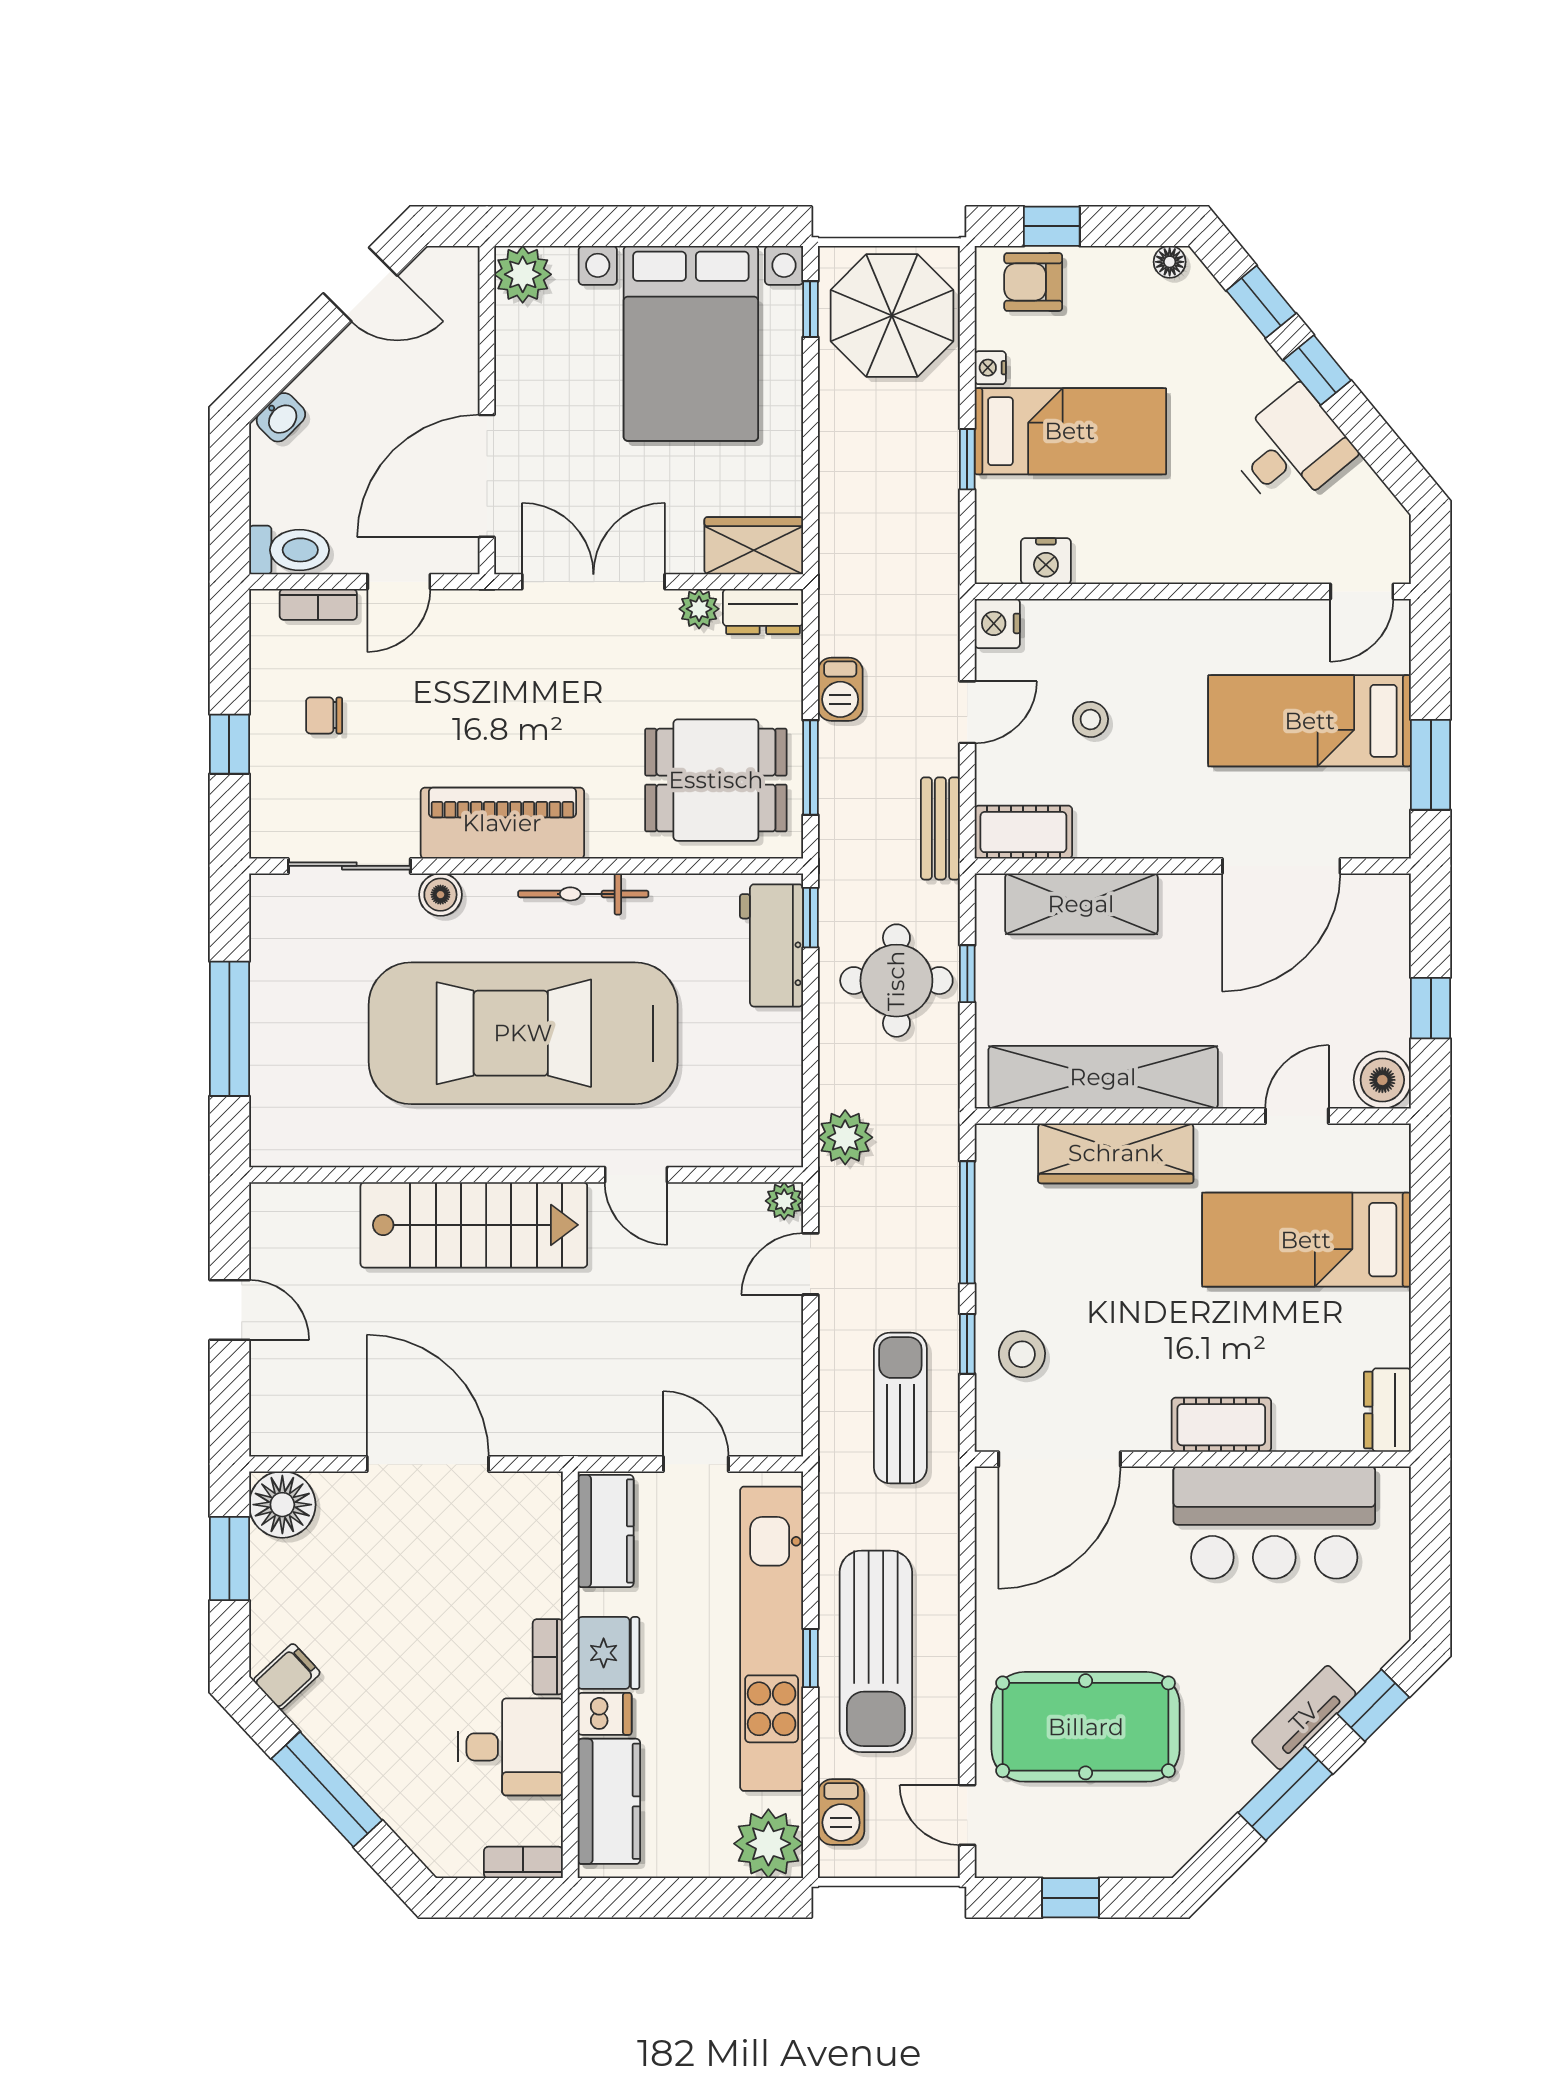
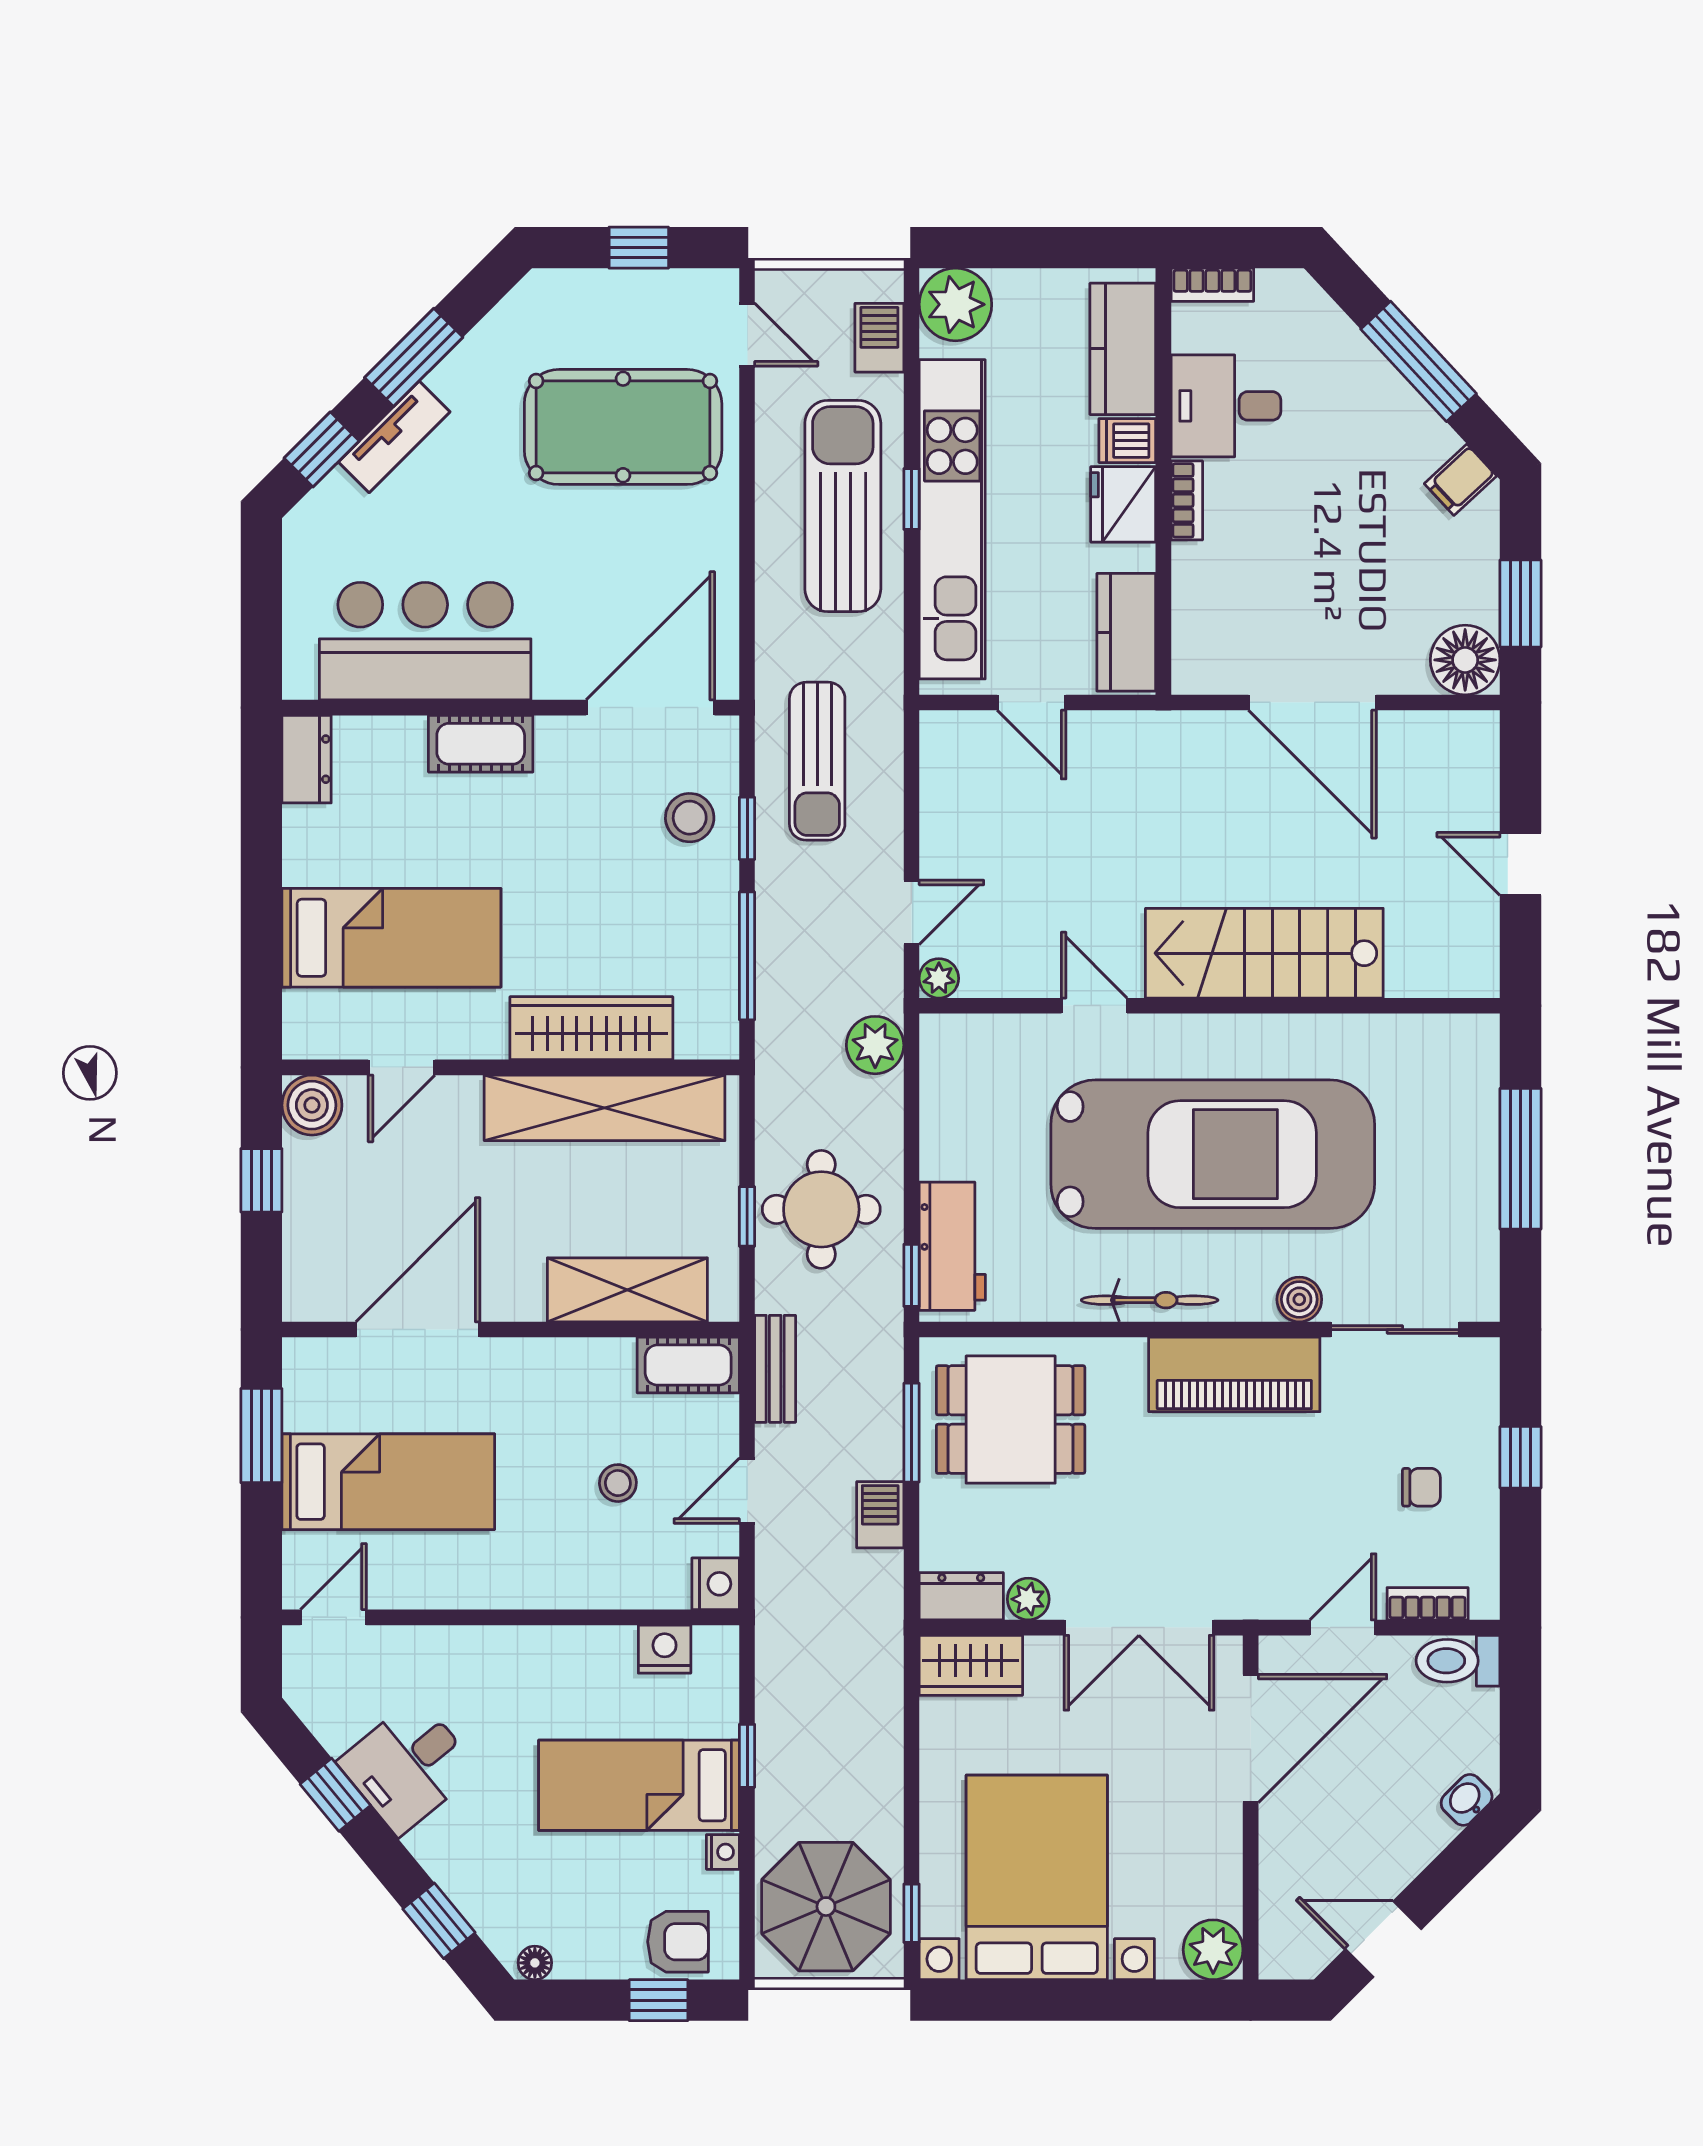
window: (1317, 370) -> (335, 1795), moved

